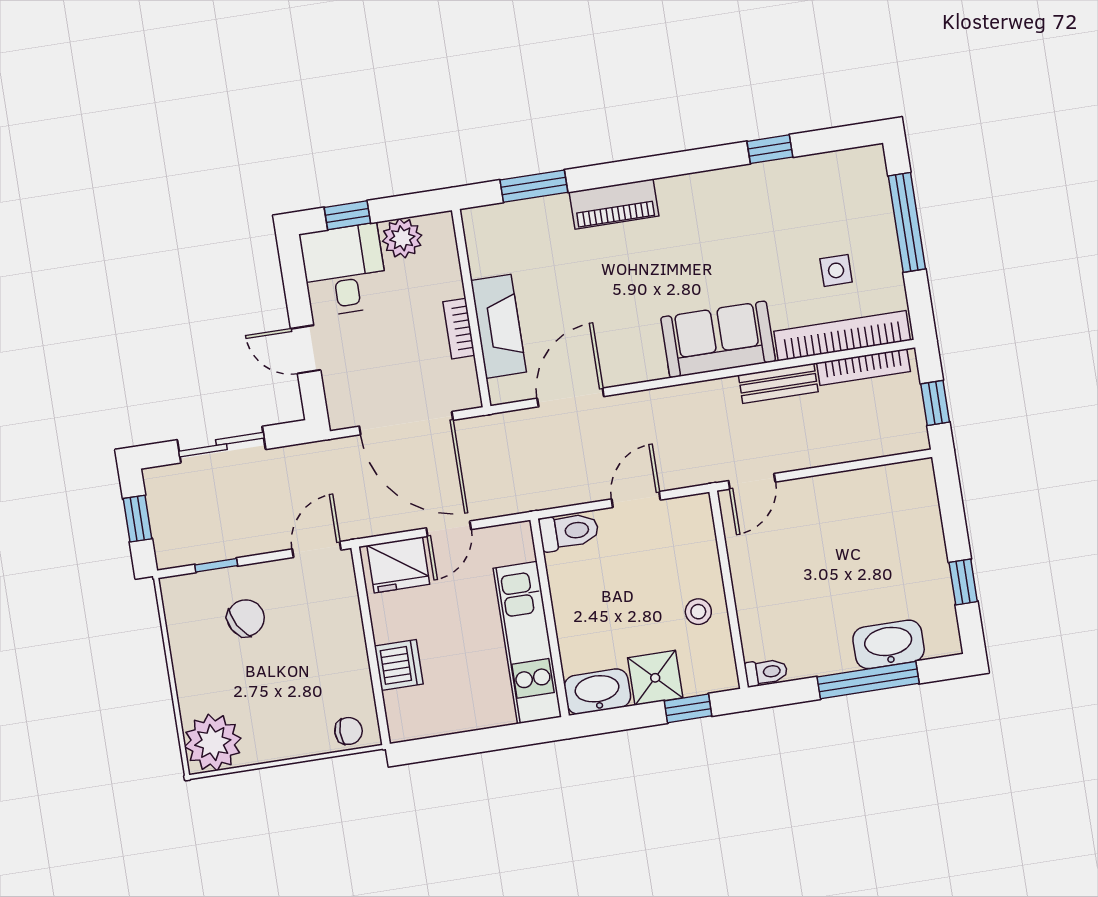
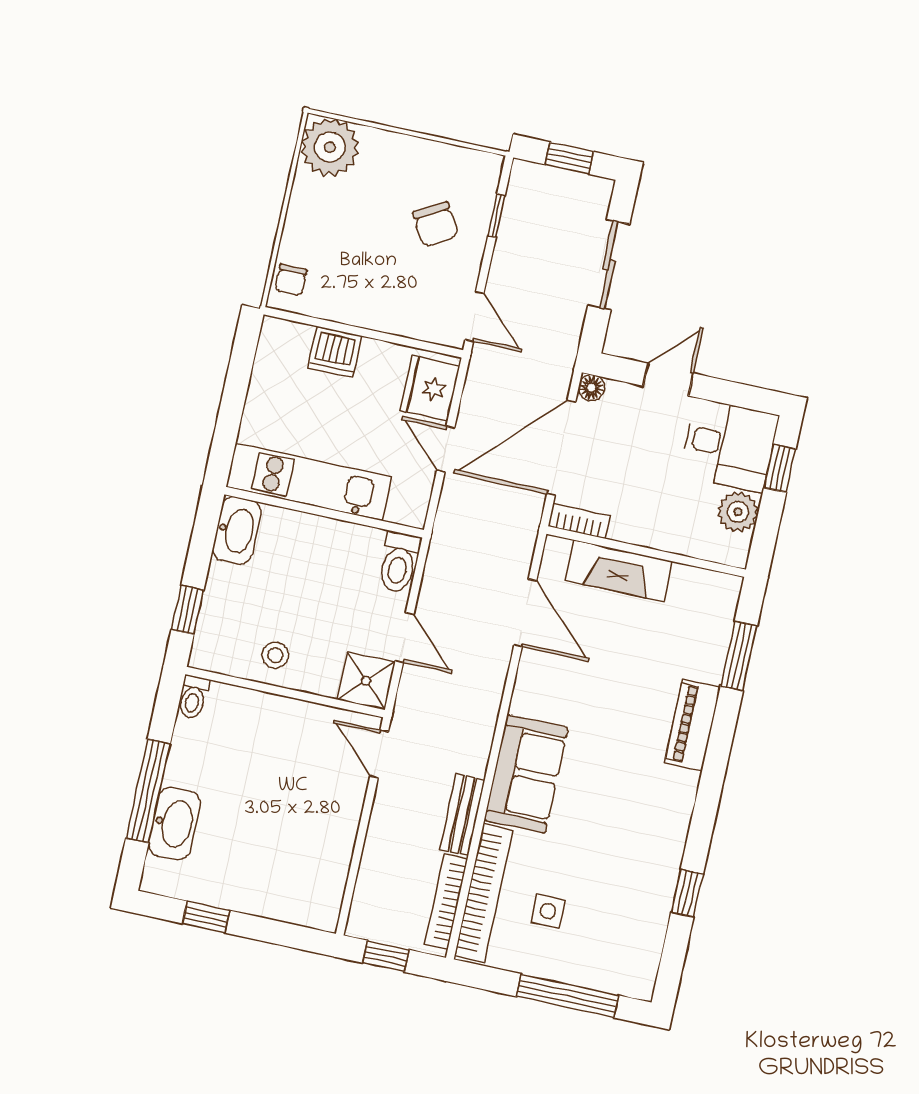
bookcase: (459, 329) -> (579, 521), moved
floor lamp: (340, 417) -> (591, 388), added
shower: (655, 678) -> (366, 681), moved

